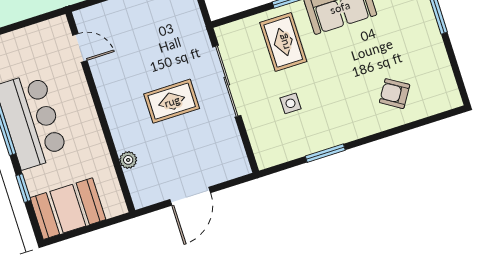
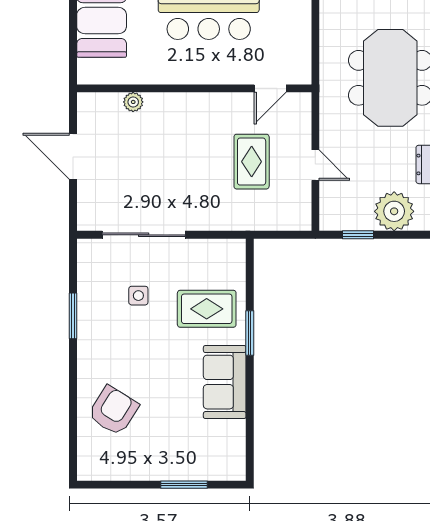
sliding door: (227, 81) -> (144, 235), moved
armchair: (395, 94) -> (113, 411), width x1.38, depth x1.38
rug: (172, 101) -> (252, 162), moved

